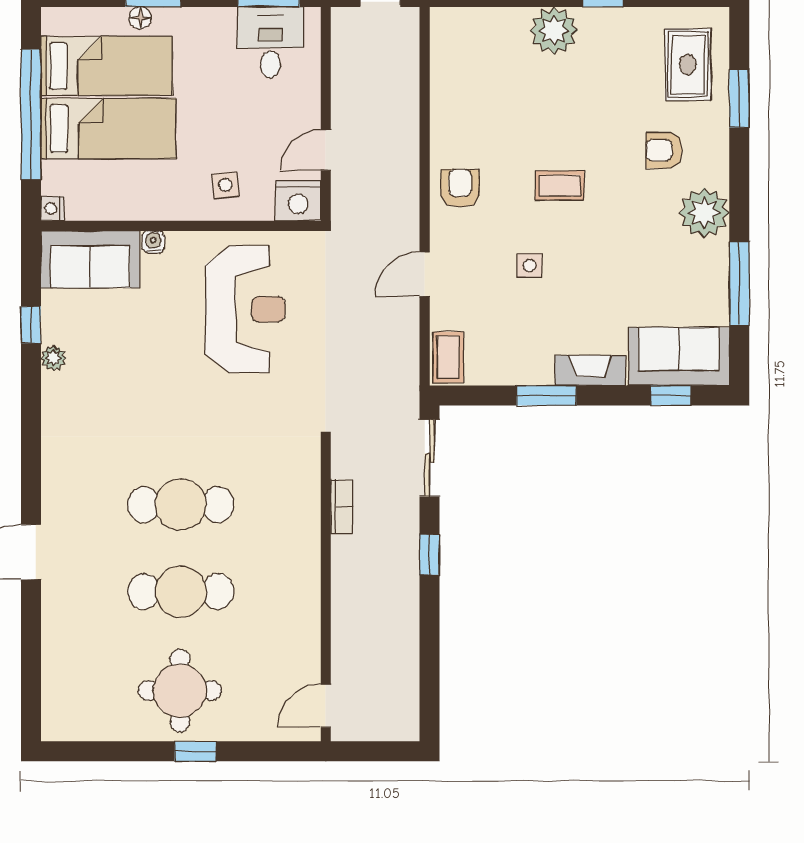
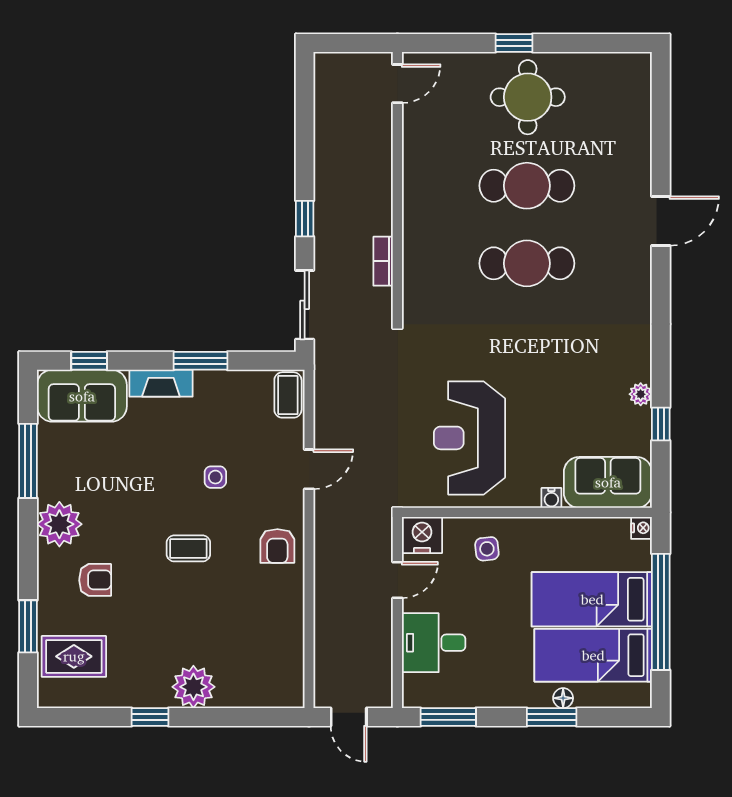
desk: (270, 42) -> (434, 643), moved, turned 90
rug: (688, 65) -> (74, 656), turned 90

